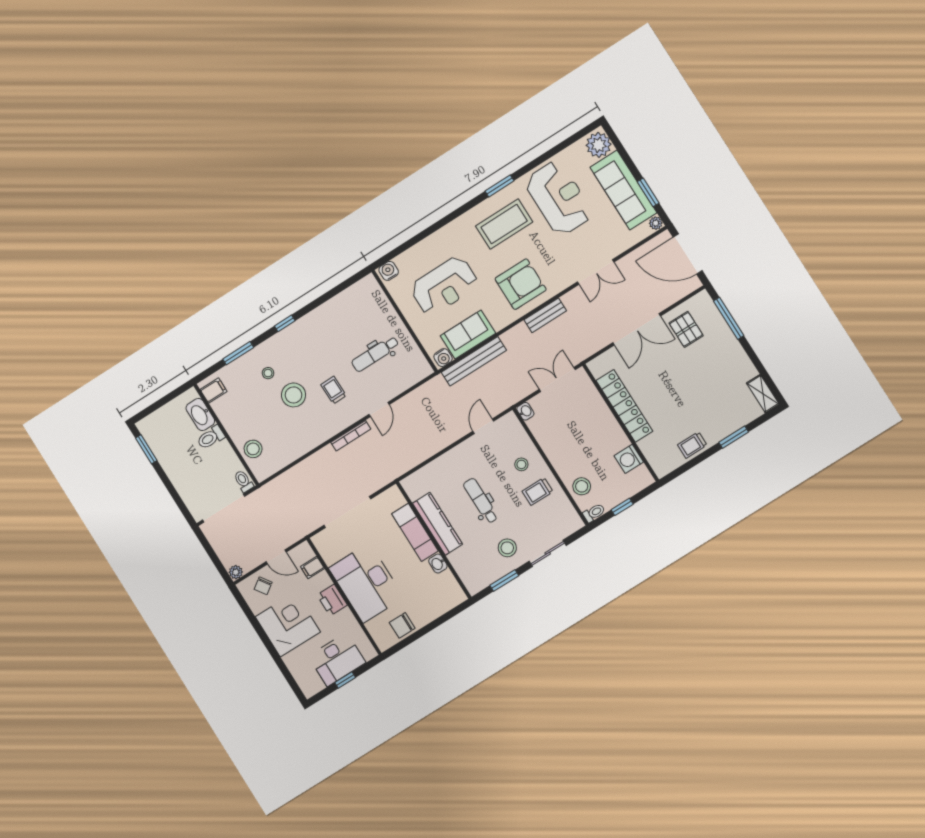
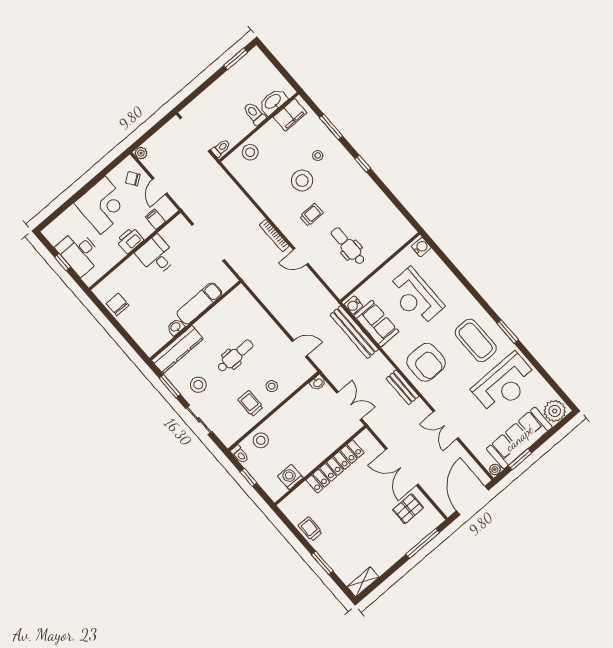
filing cabinet: (214, 391) -> (290, 115), width x2.00
kitchen counter: (437, 524) -> (178, 350), moved
desk: (366, 583) -> (156, 255), width x0.53, depth x0.77

